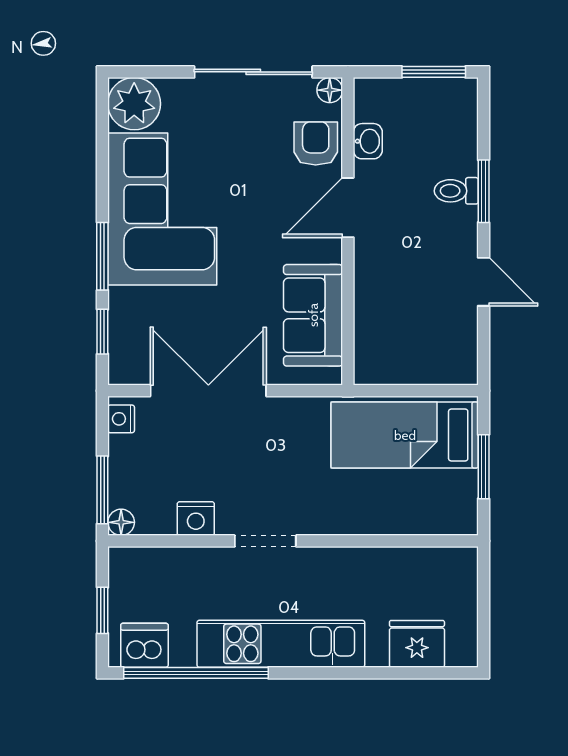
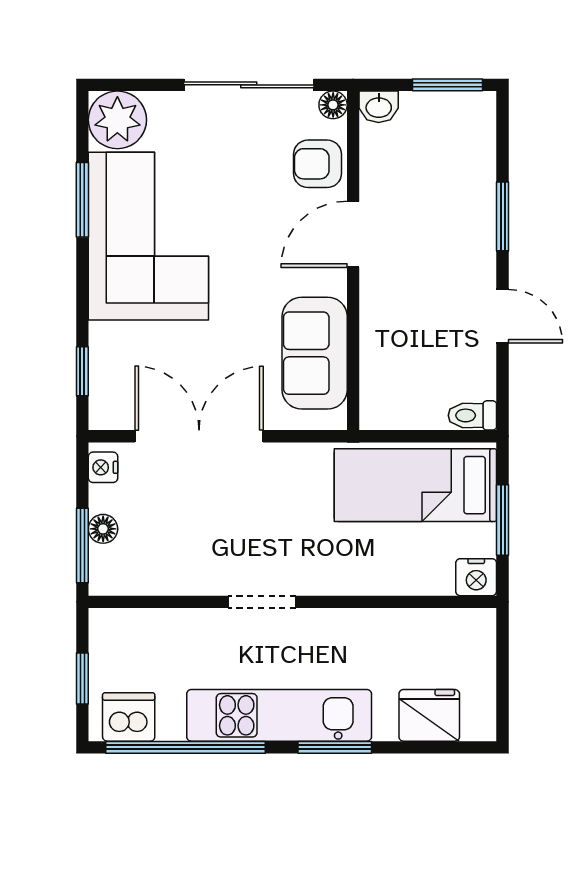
washbasin: (368, 141) -> (379, 107), moved, turned 90
armchair: (316, 144) -> (318, 164), turned -90
toilet: (456, 191) -> (472, 415), moved
window: (102, 256) -> (82, 200), moved
nightstand: (196, 519) -> (476, 577), moved
floor lamp: (121, 522) -> (103, 529), moved
window: (331, 673) -> (335, 747), added

